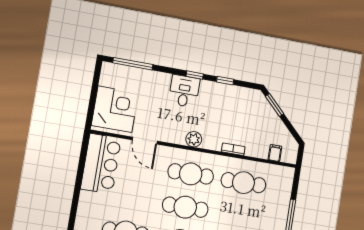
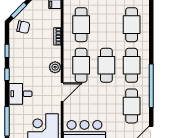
desk: (184, 91) -> (21, 94), moved
chair: (252, 107) -> (23, 27), added
door: (145, 141) -> (62, 92), moved

